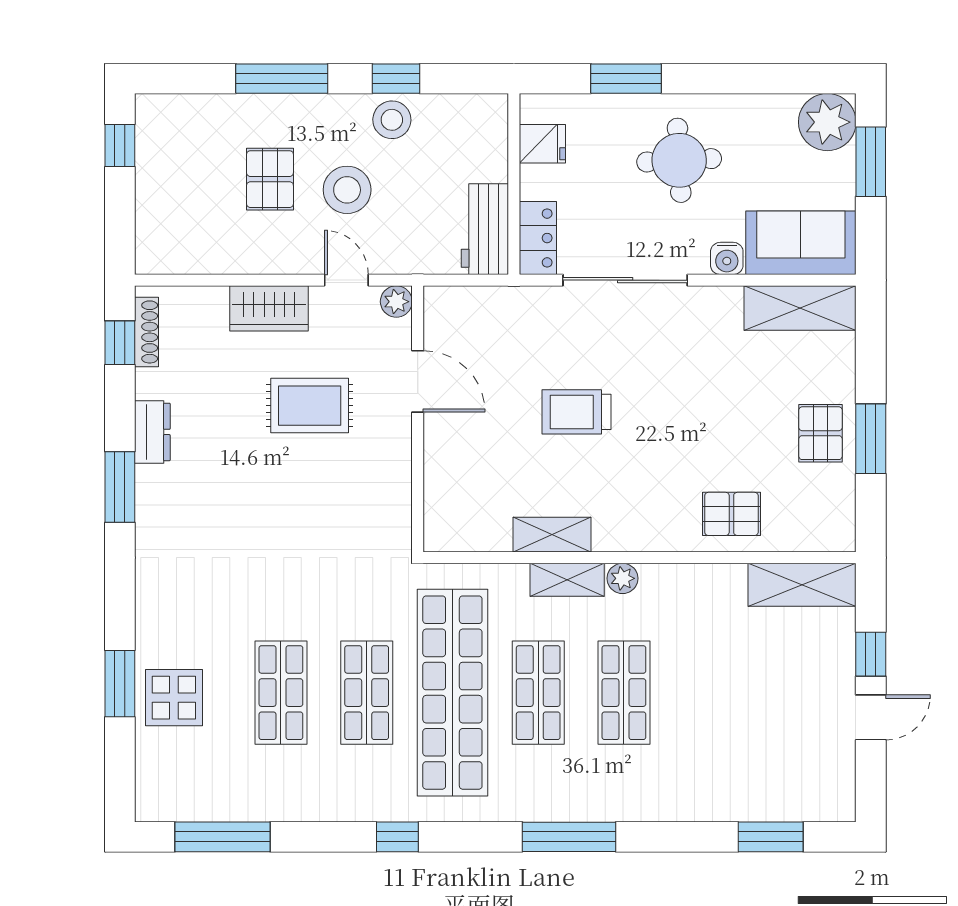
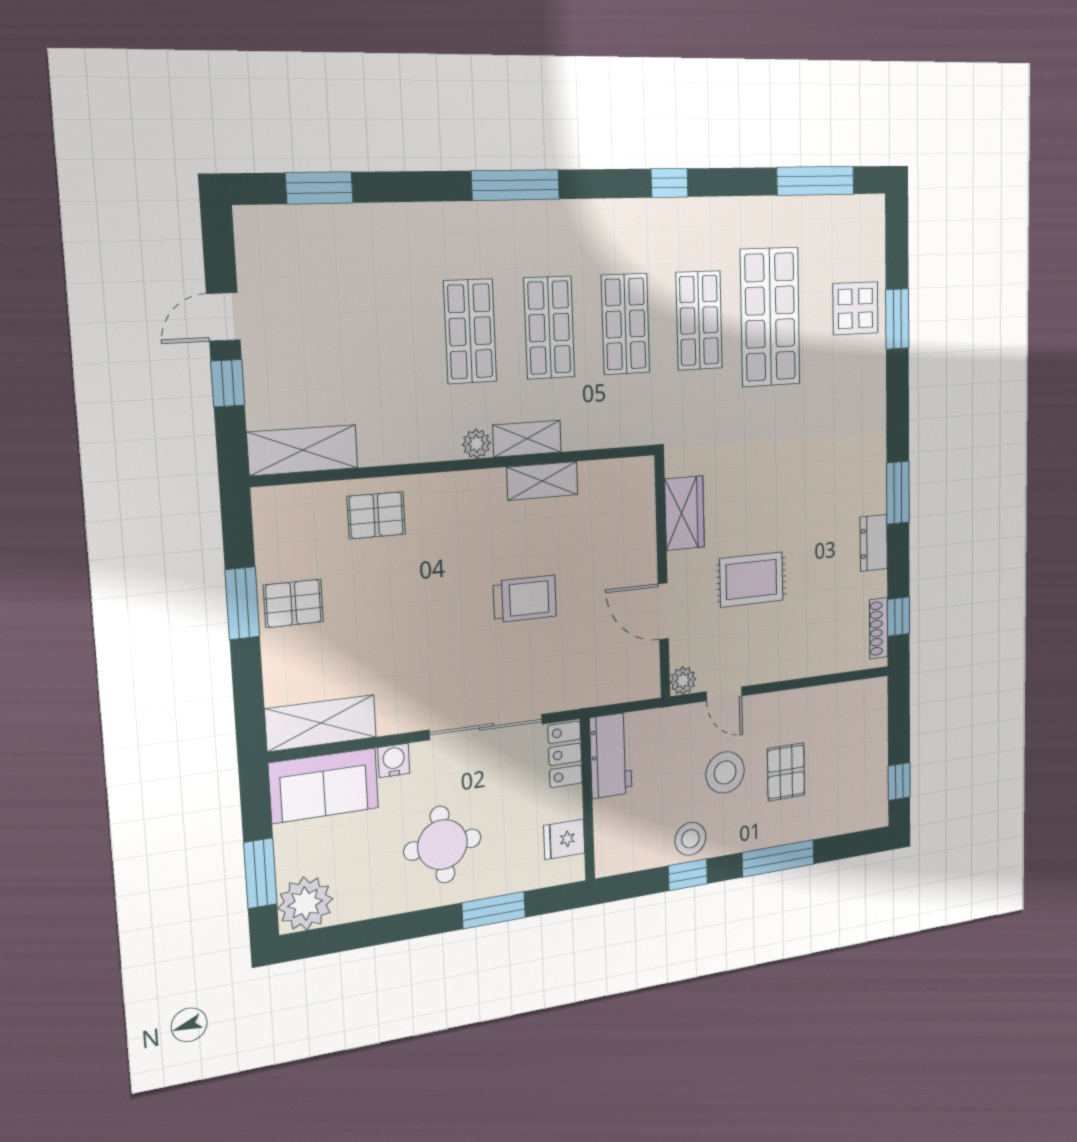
wardrobe: (269, 308) -> (685, 513), moved, turned 90
pallet: (821, 433) -> (293, 603), turned 90
shop shelf: (281, 693) -> (770, 317), width x1.43, depth x1.36
shop shelf: (452, 693) -> (626, 324), width x0.50, depth x0.74

